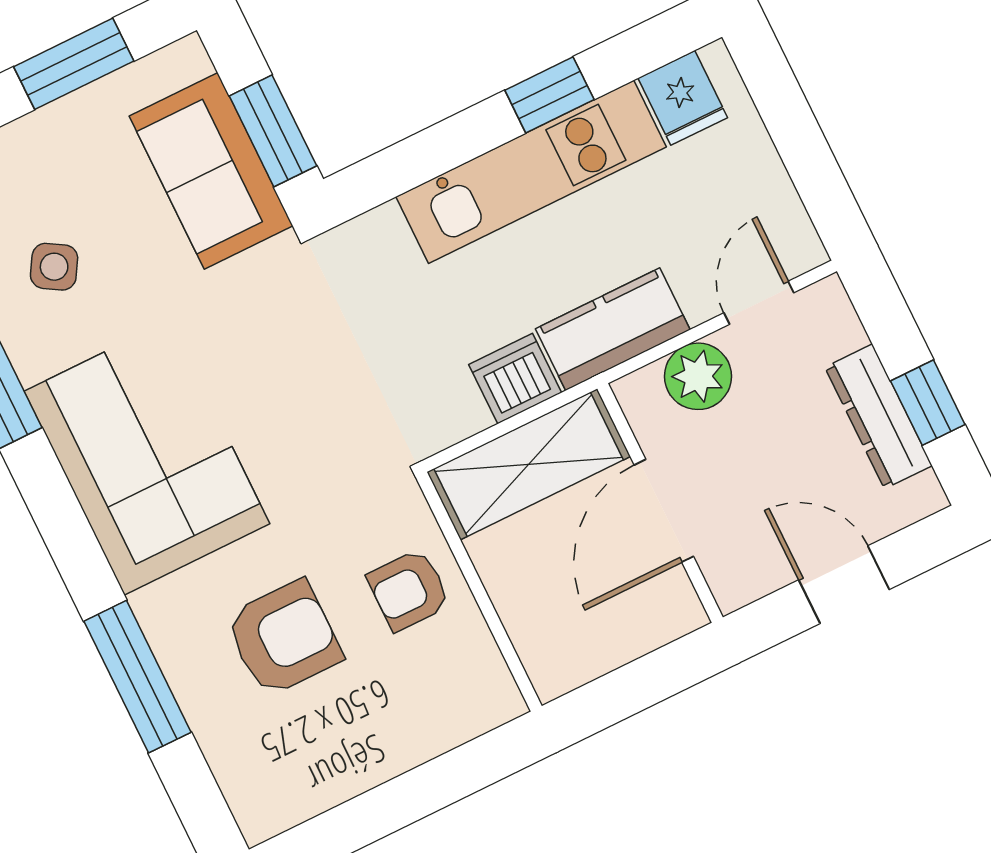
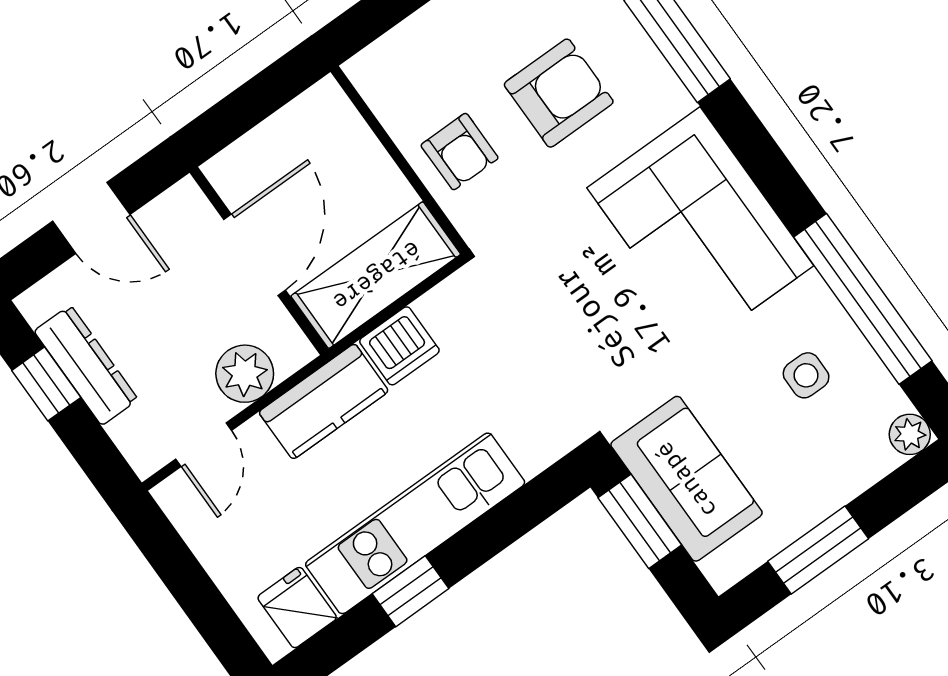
side table: (54, 267) -> (806, 375), turned -31
armchair: (409, 590) -> (460, 152), turned 90
armchair: (284, 638) -> (559, 93), turned 180

